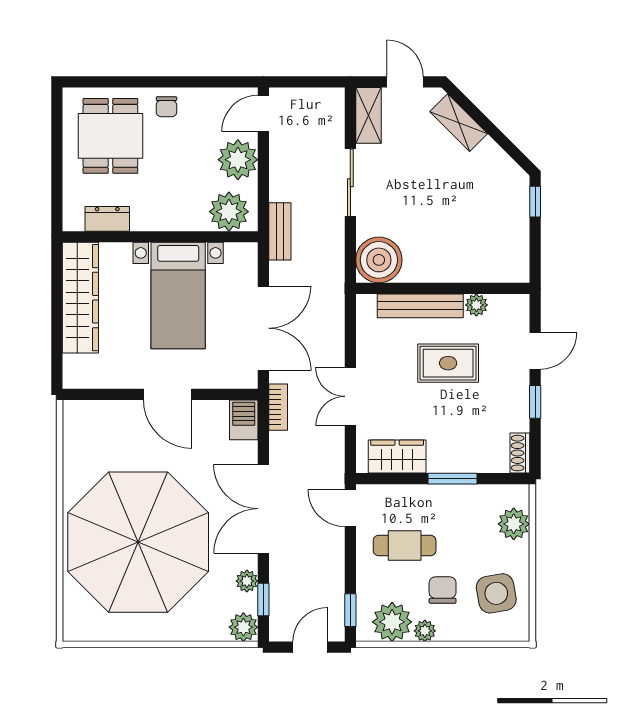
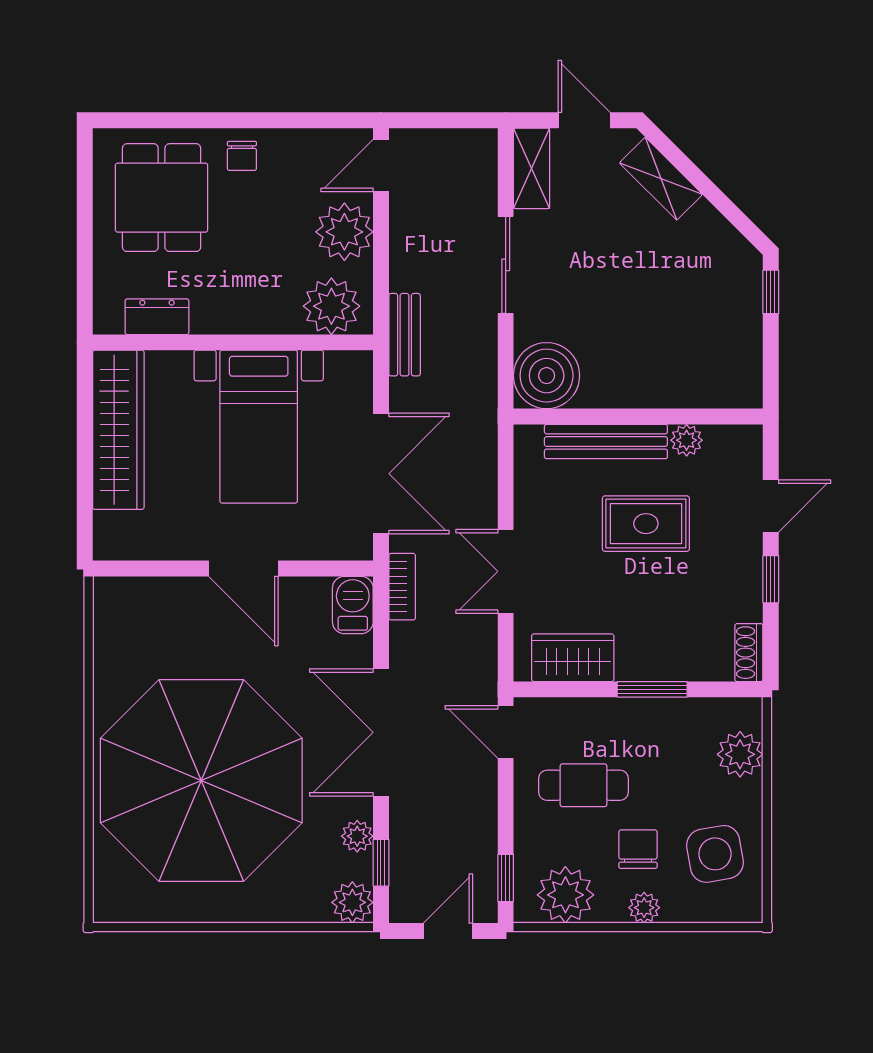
plant: (425, 631) -> (644, 908), moved

